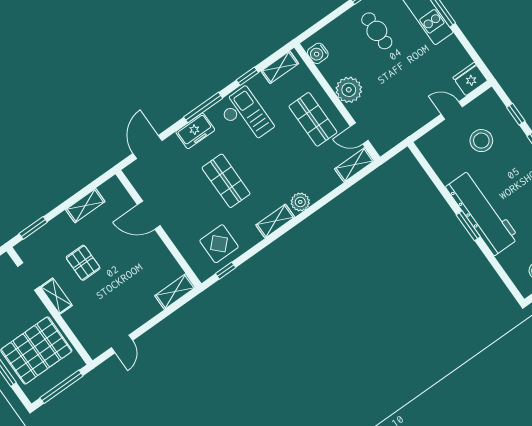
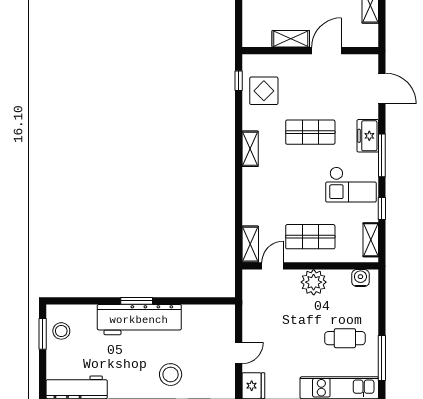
stool: (481, 141) -> (171, 375), moved
plant: (300, 202) -> (251, 180), removed
shelving: (175, 292) -> (291, 39), moved, turned 90

